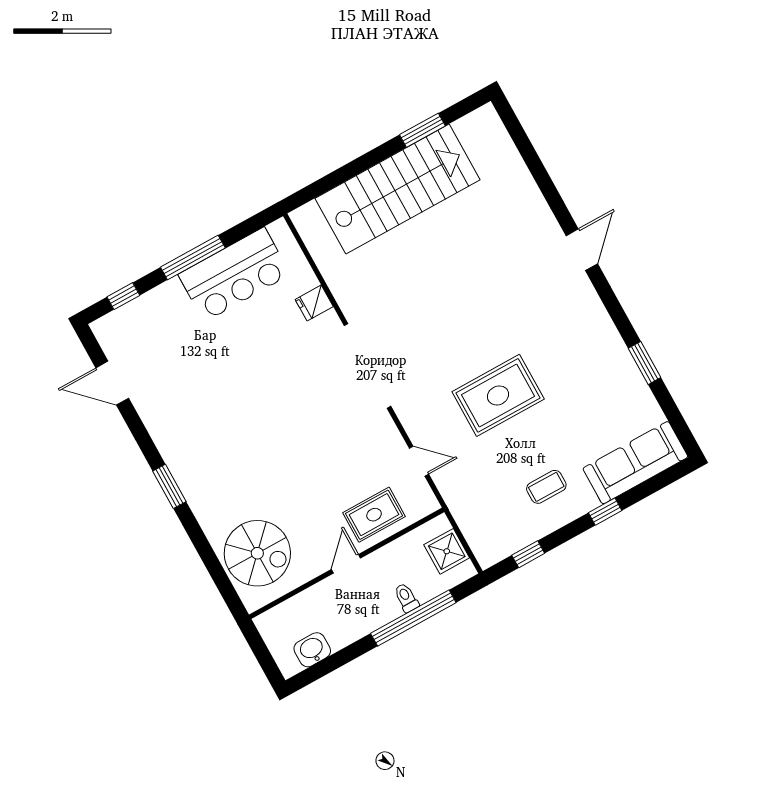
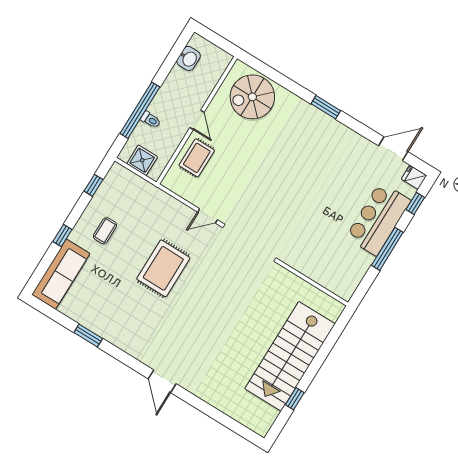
window: (422, 130) -> (295, 399), width x0.67
bar counter: (234, 274) -> (378, 219), moved
fridge: (314, 303) -> (414, 177), moved, turned -90
door: (419, 461) -> (207, 216), moved

